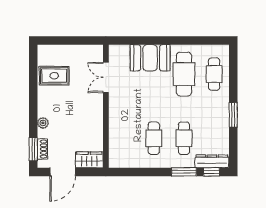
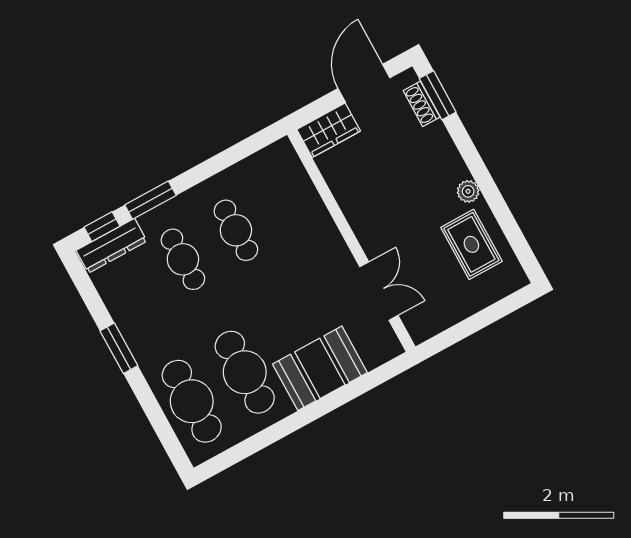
cafe table: (214, 74) -> (192, 401), width x1.37, depth x1.35
rug: (54, 76) -> (471, 244), turned 90
plant: (43, 123) -> (468, 191), moved

